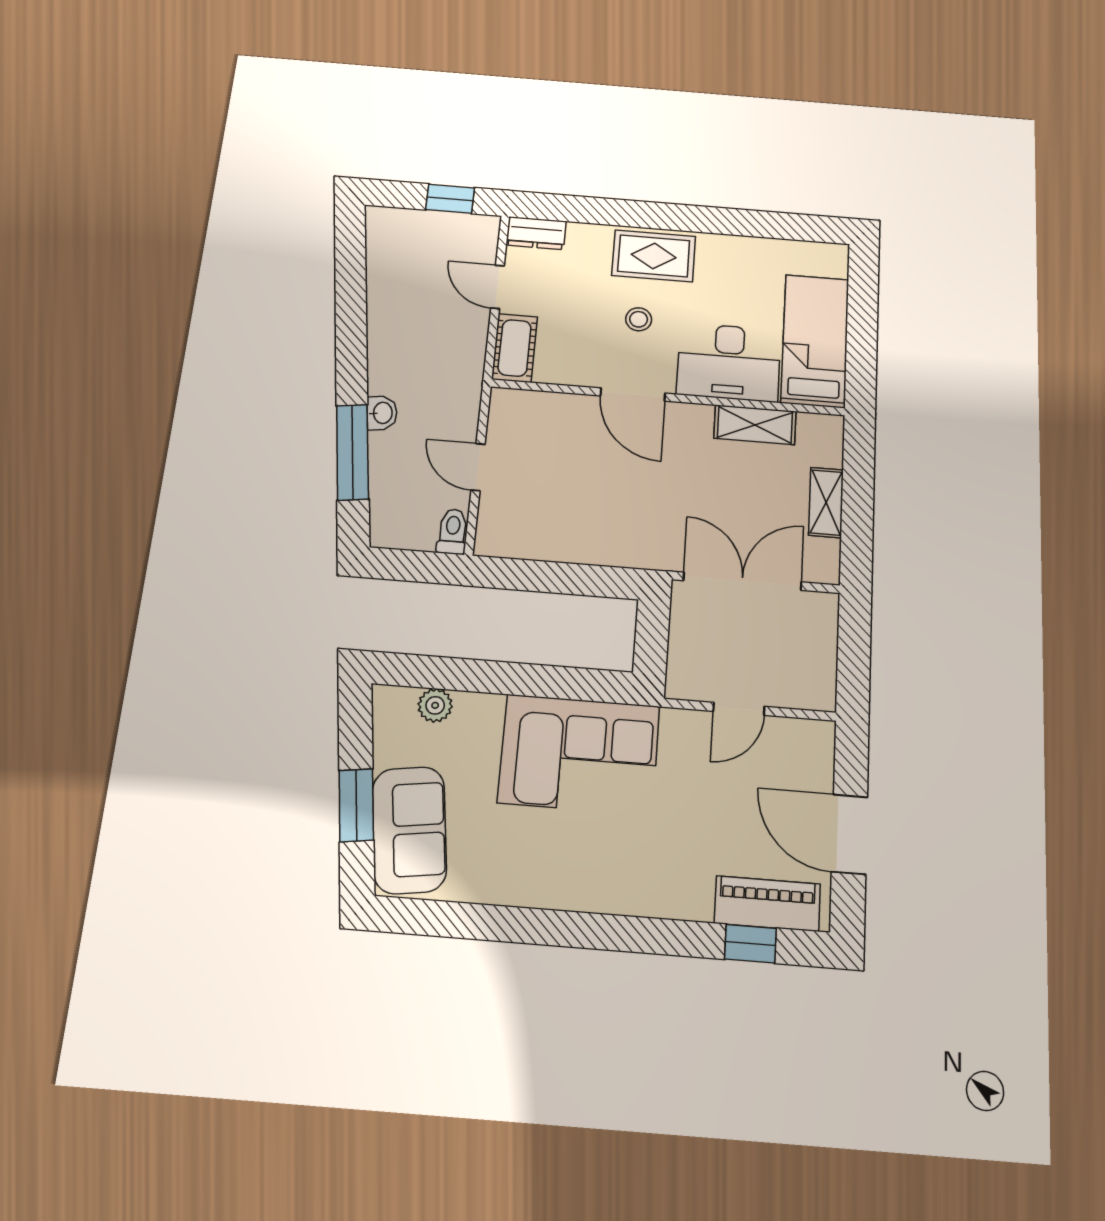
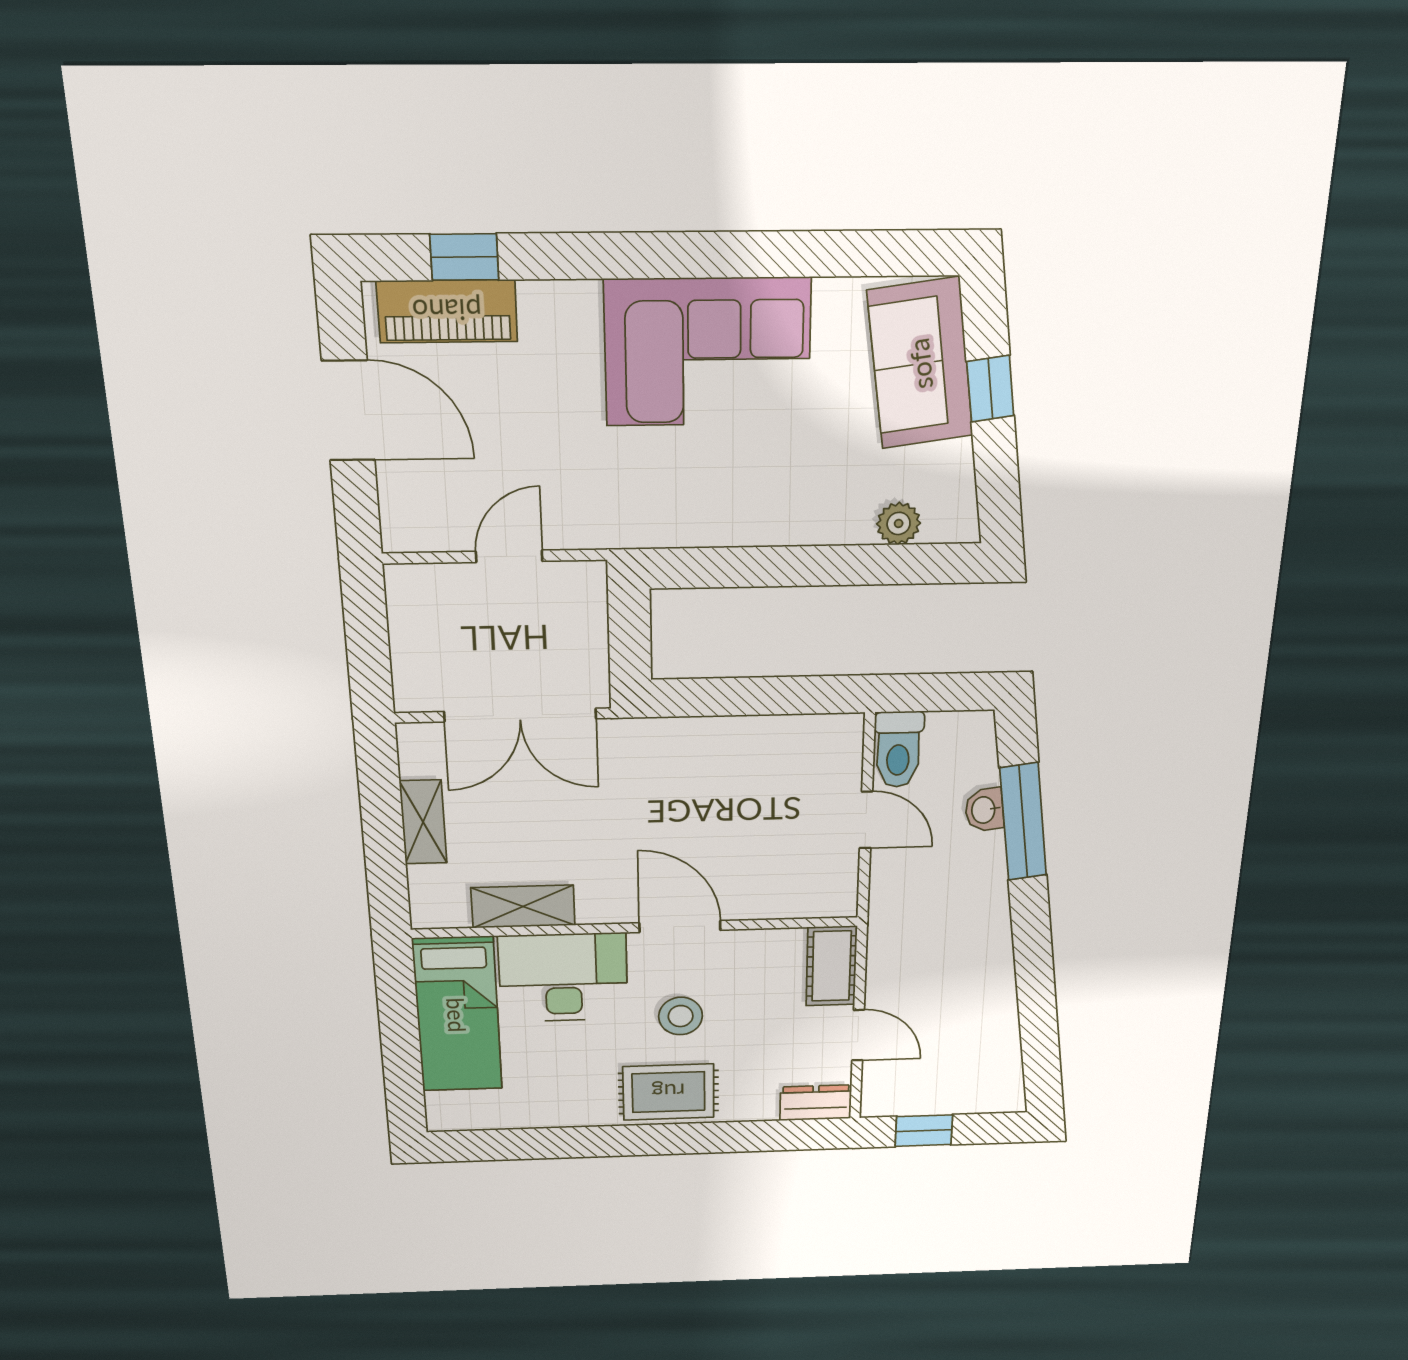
stool: (639, 319) -> (681, 1016), width x1.37, depth x1.37
washbasin: (382, 413) -> (984, 810), moved
toilet: (453, 531) -> (898, 749), width x1.37, depth x1.39
corner sofa: (579, 754) -> (708, 352), moved, turned 180
window: (356, 805) -> (990, 389), width x0.67

